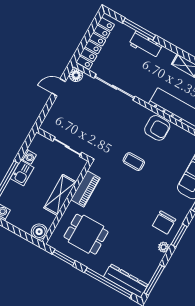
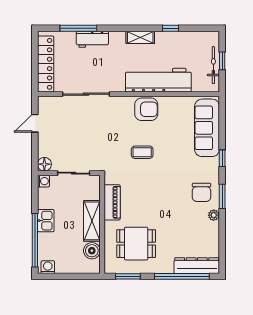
floor lamp: (76, 75) -> (44, 164), moved
washing machine: (29, 157) -> (44, 181), moved
boiler: (39, 232) -> (92, 251), moved
window: (154, 280) -> (222, 250), removed

